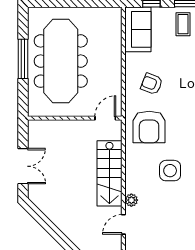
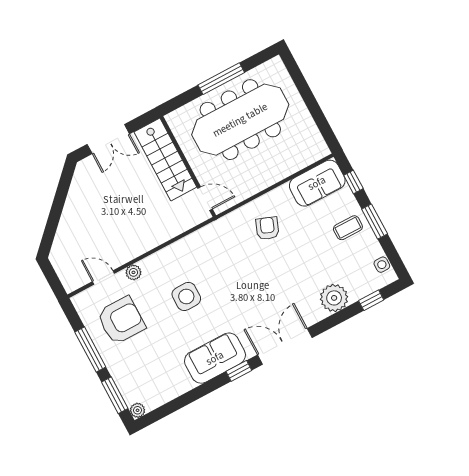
armchair: (149, 127) -> (121, 320), moved, turned 180
stairs: (109, 173) -> (165, 159), moved, turned -90

